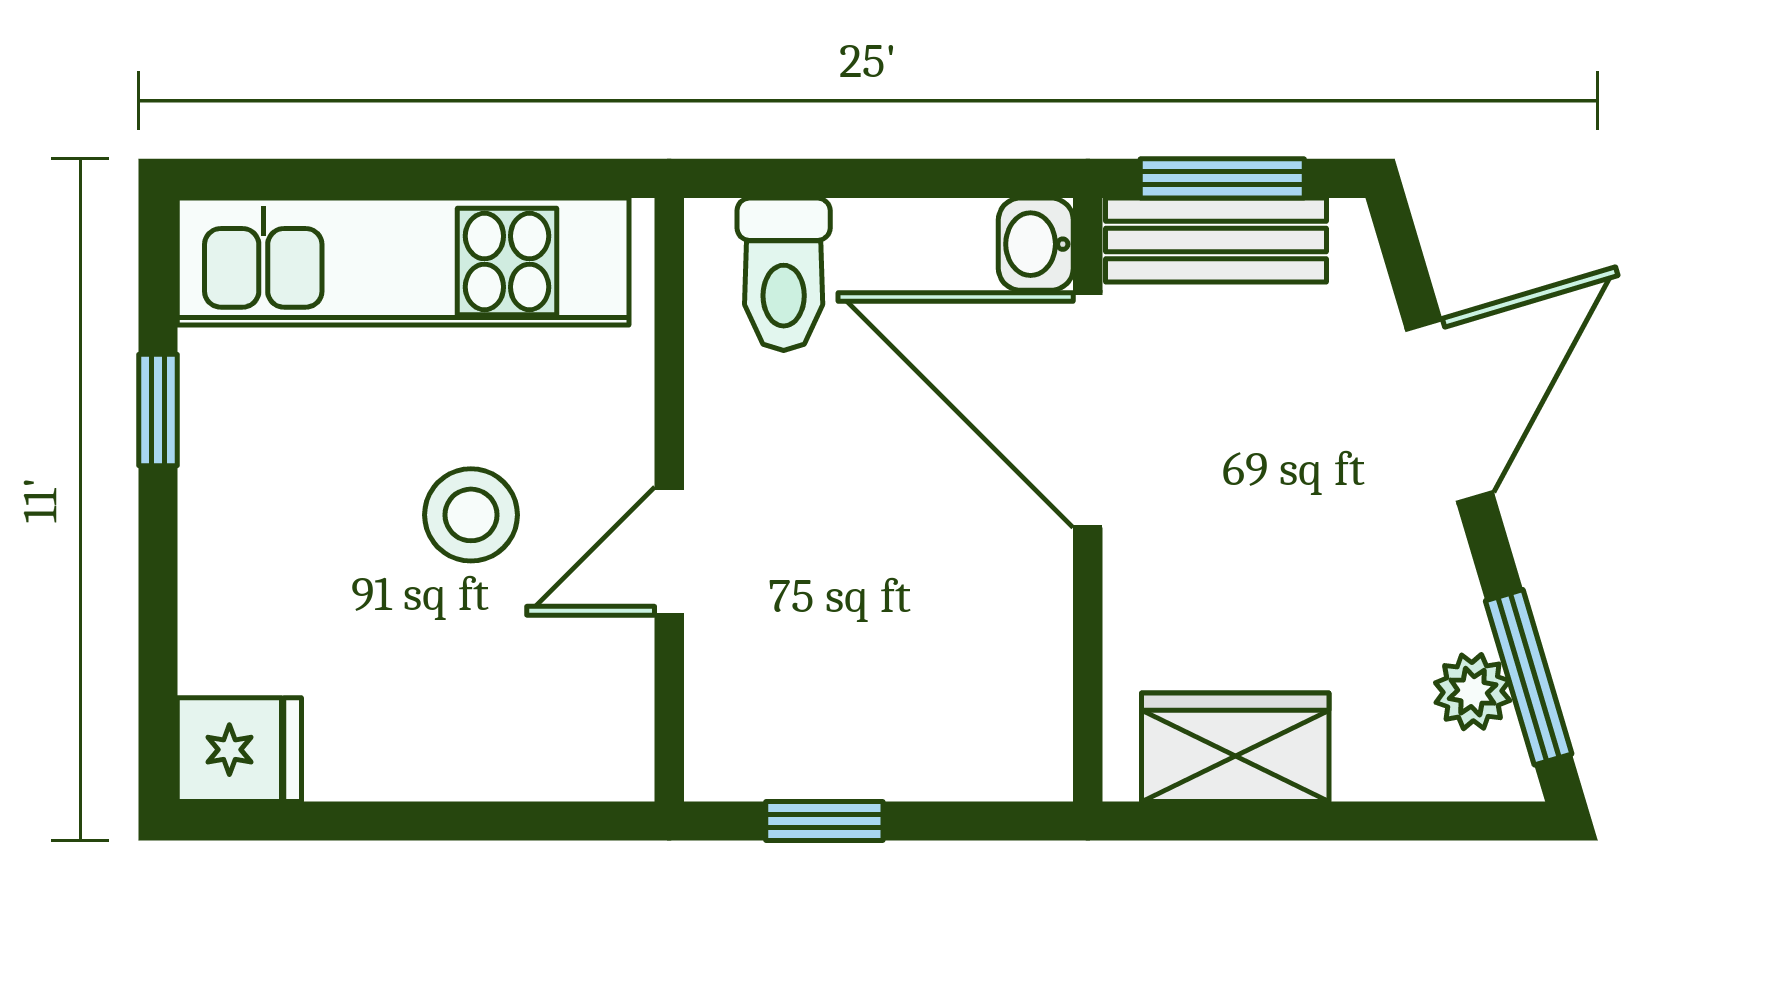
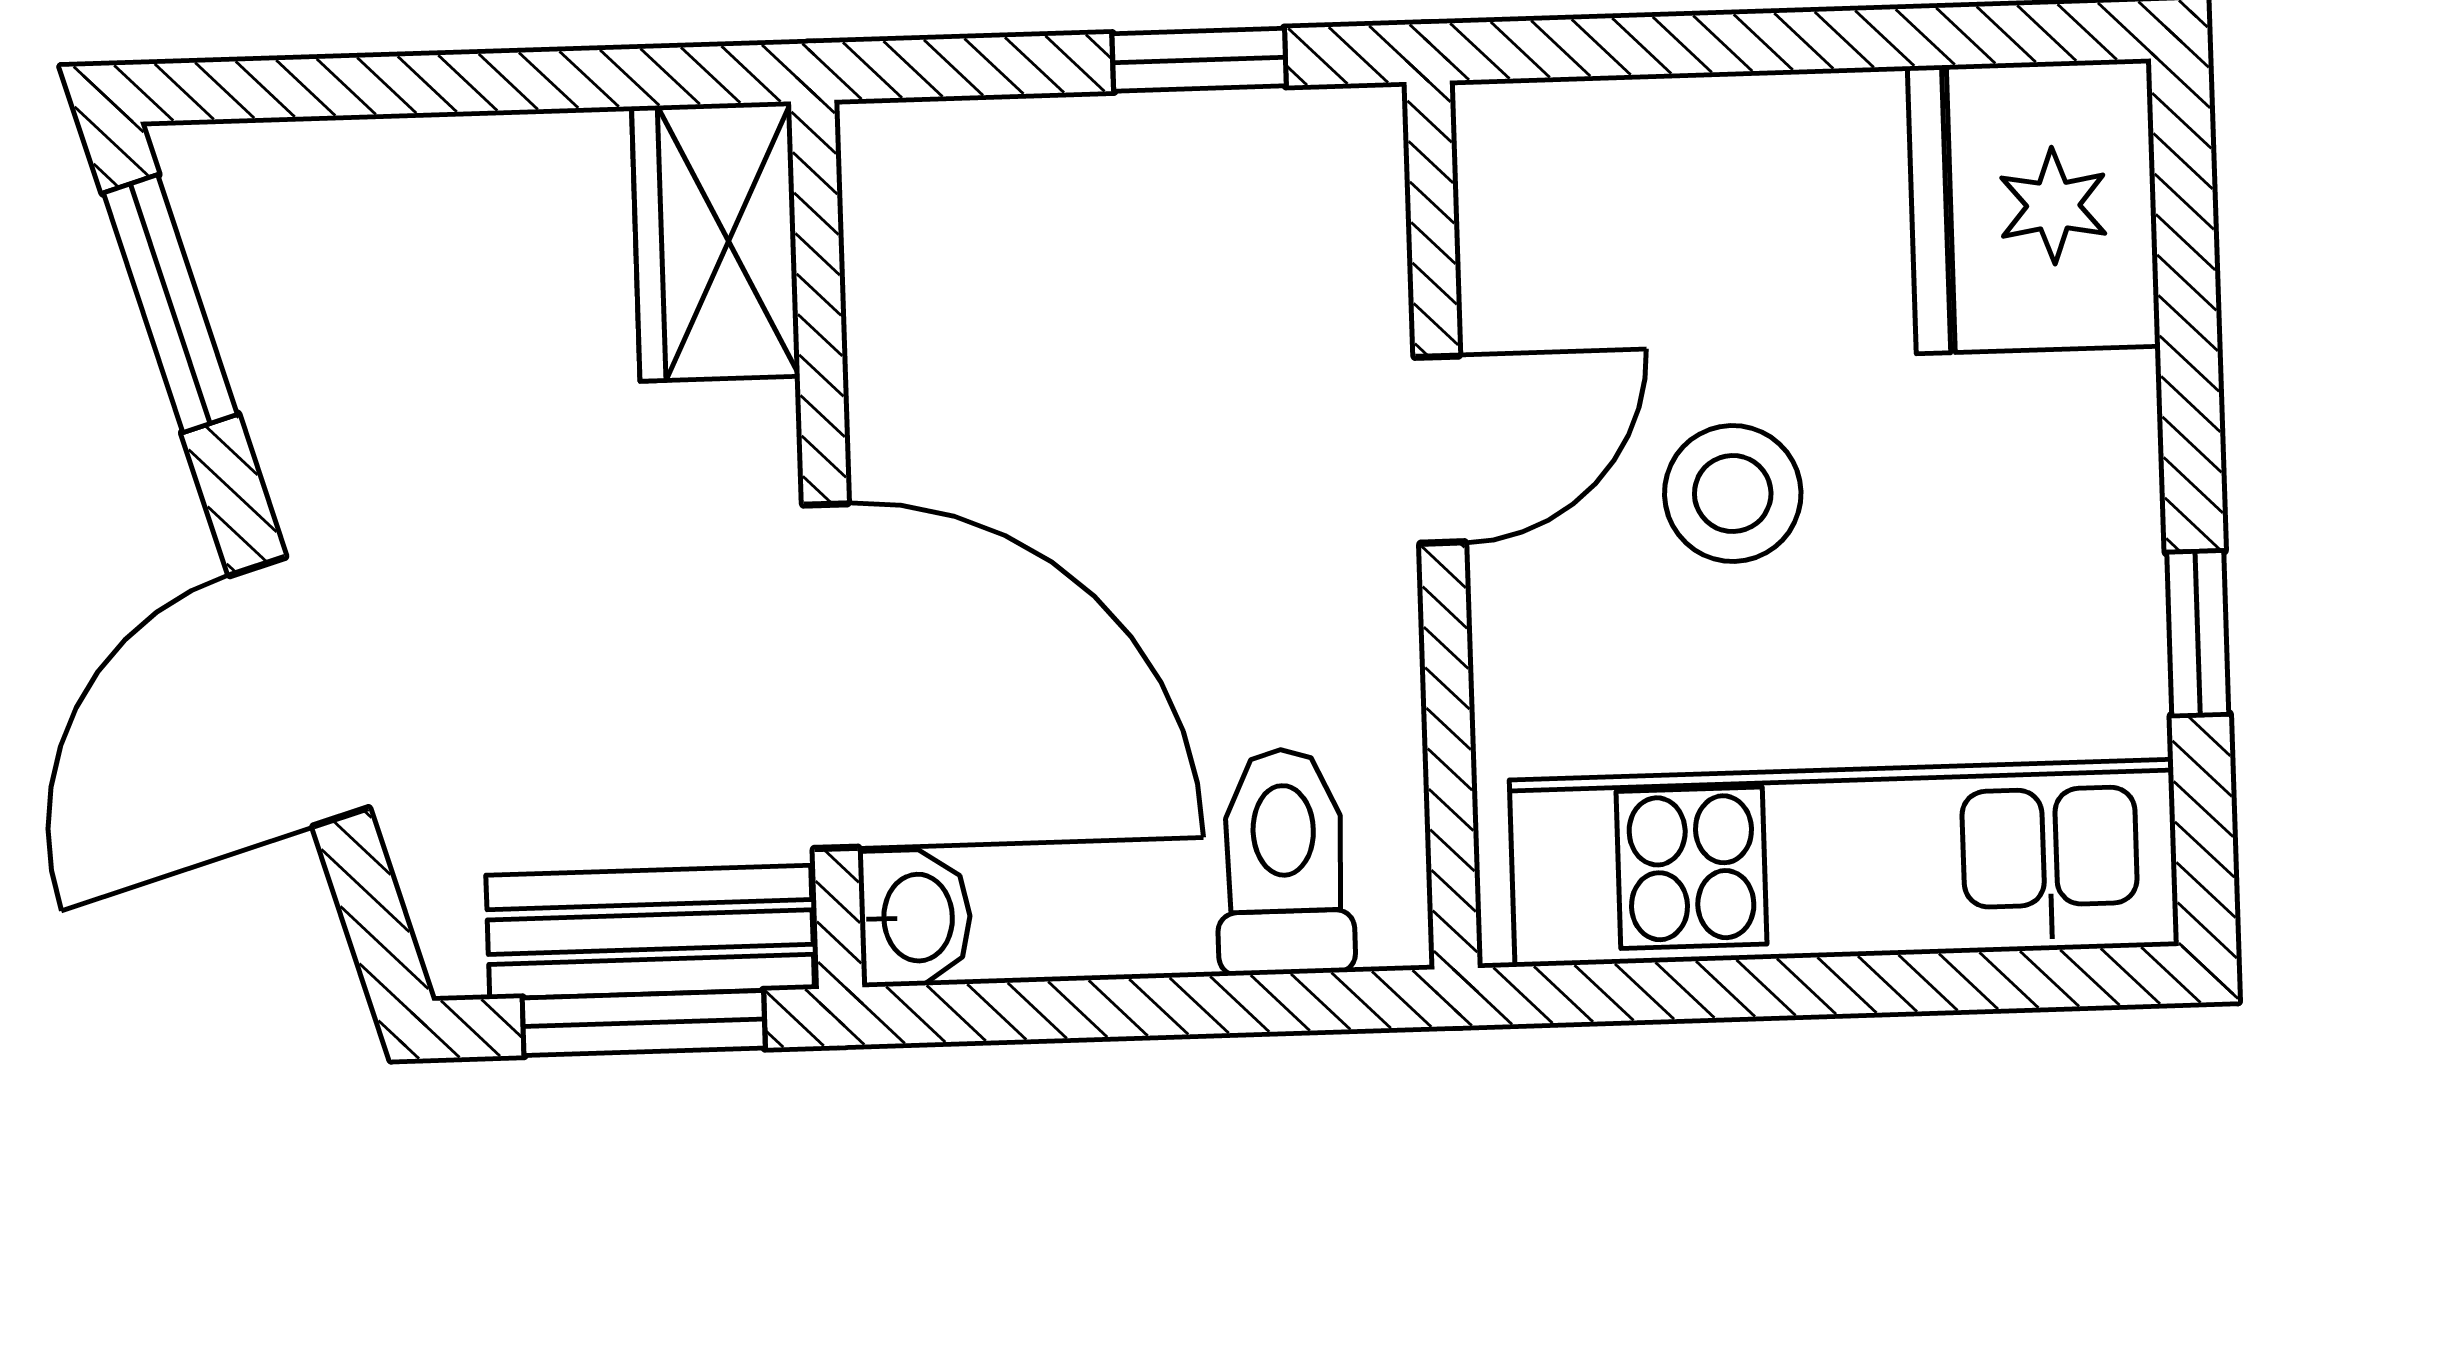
plant: (1473, 692) -> (252, 280), removed
wardrobe: (1235, 747) -> (716, 241), moved, turned 90
fridge: (239, 750) -> (2034, 206), width x1.88, depth x1.34

